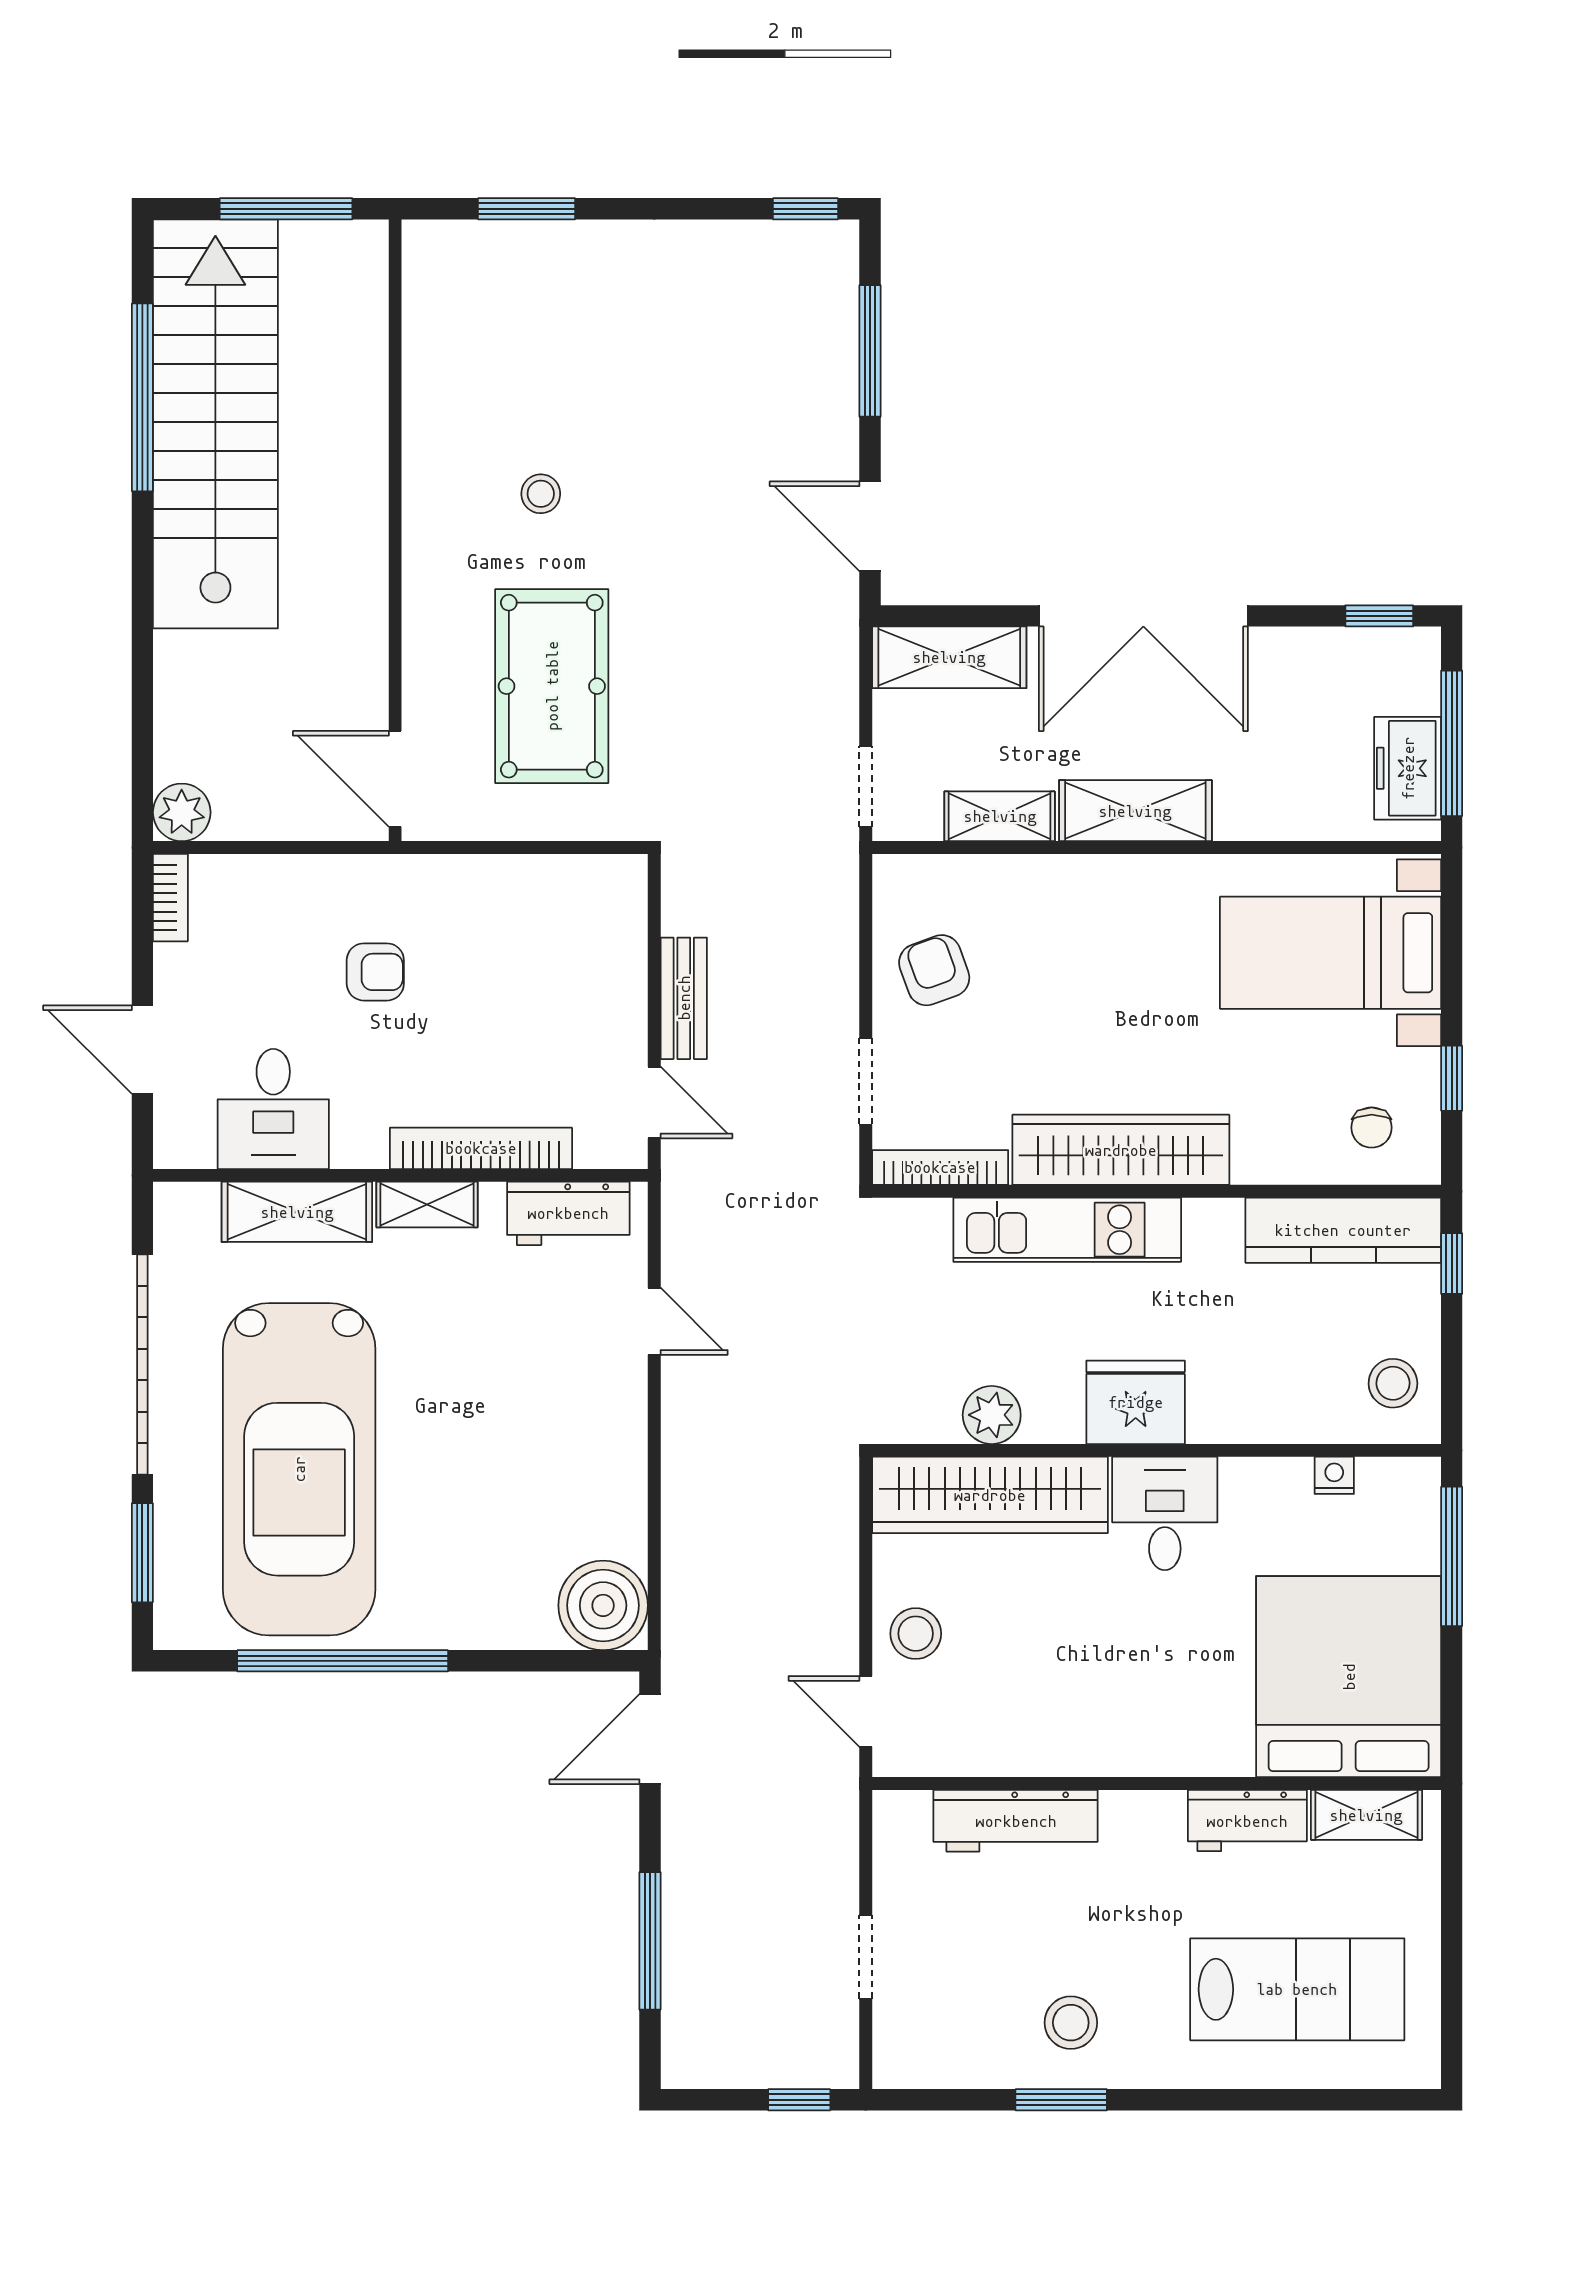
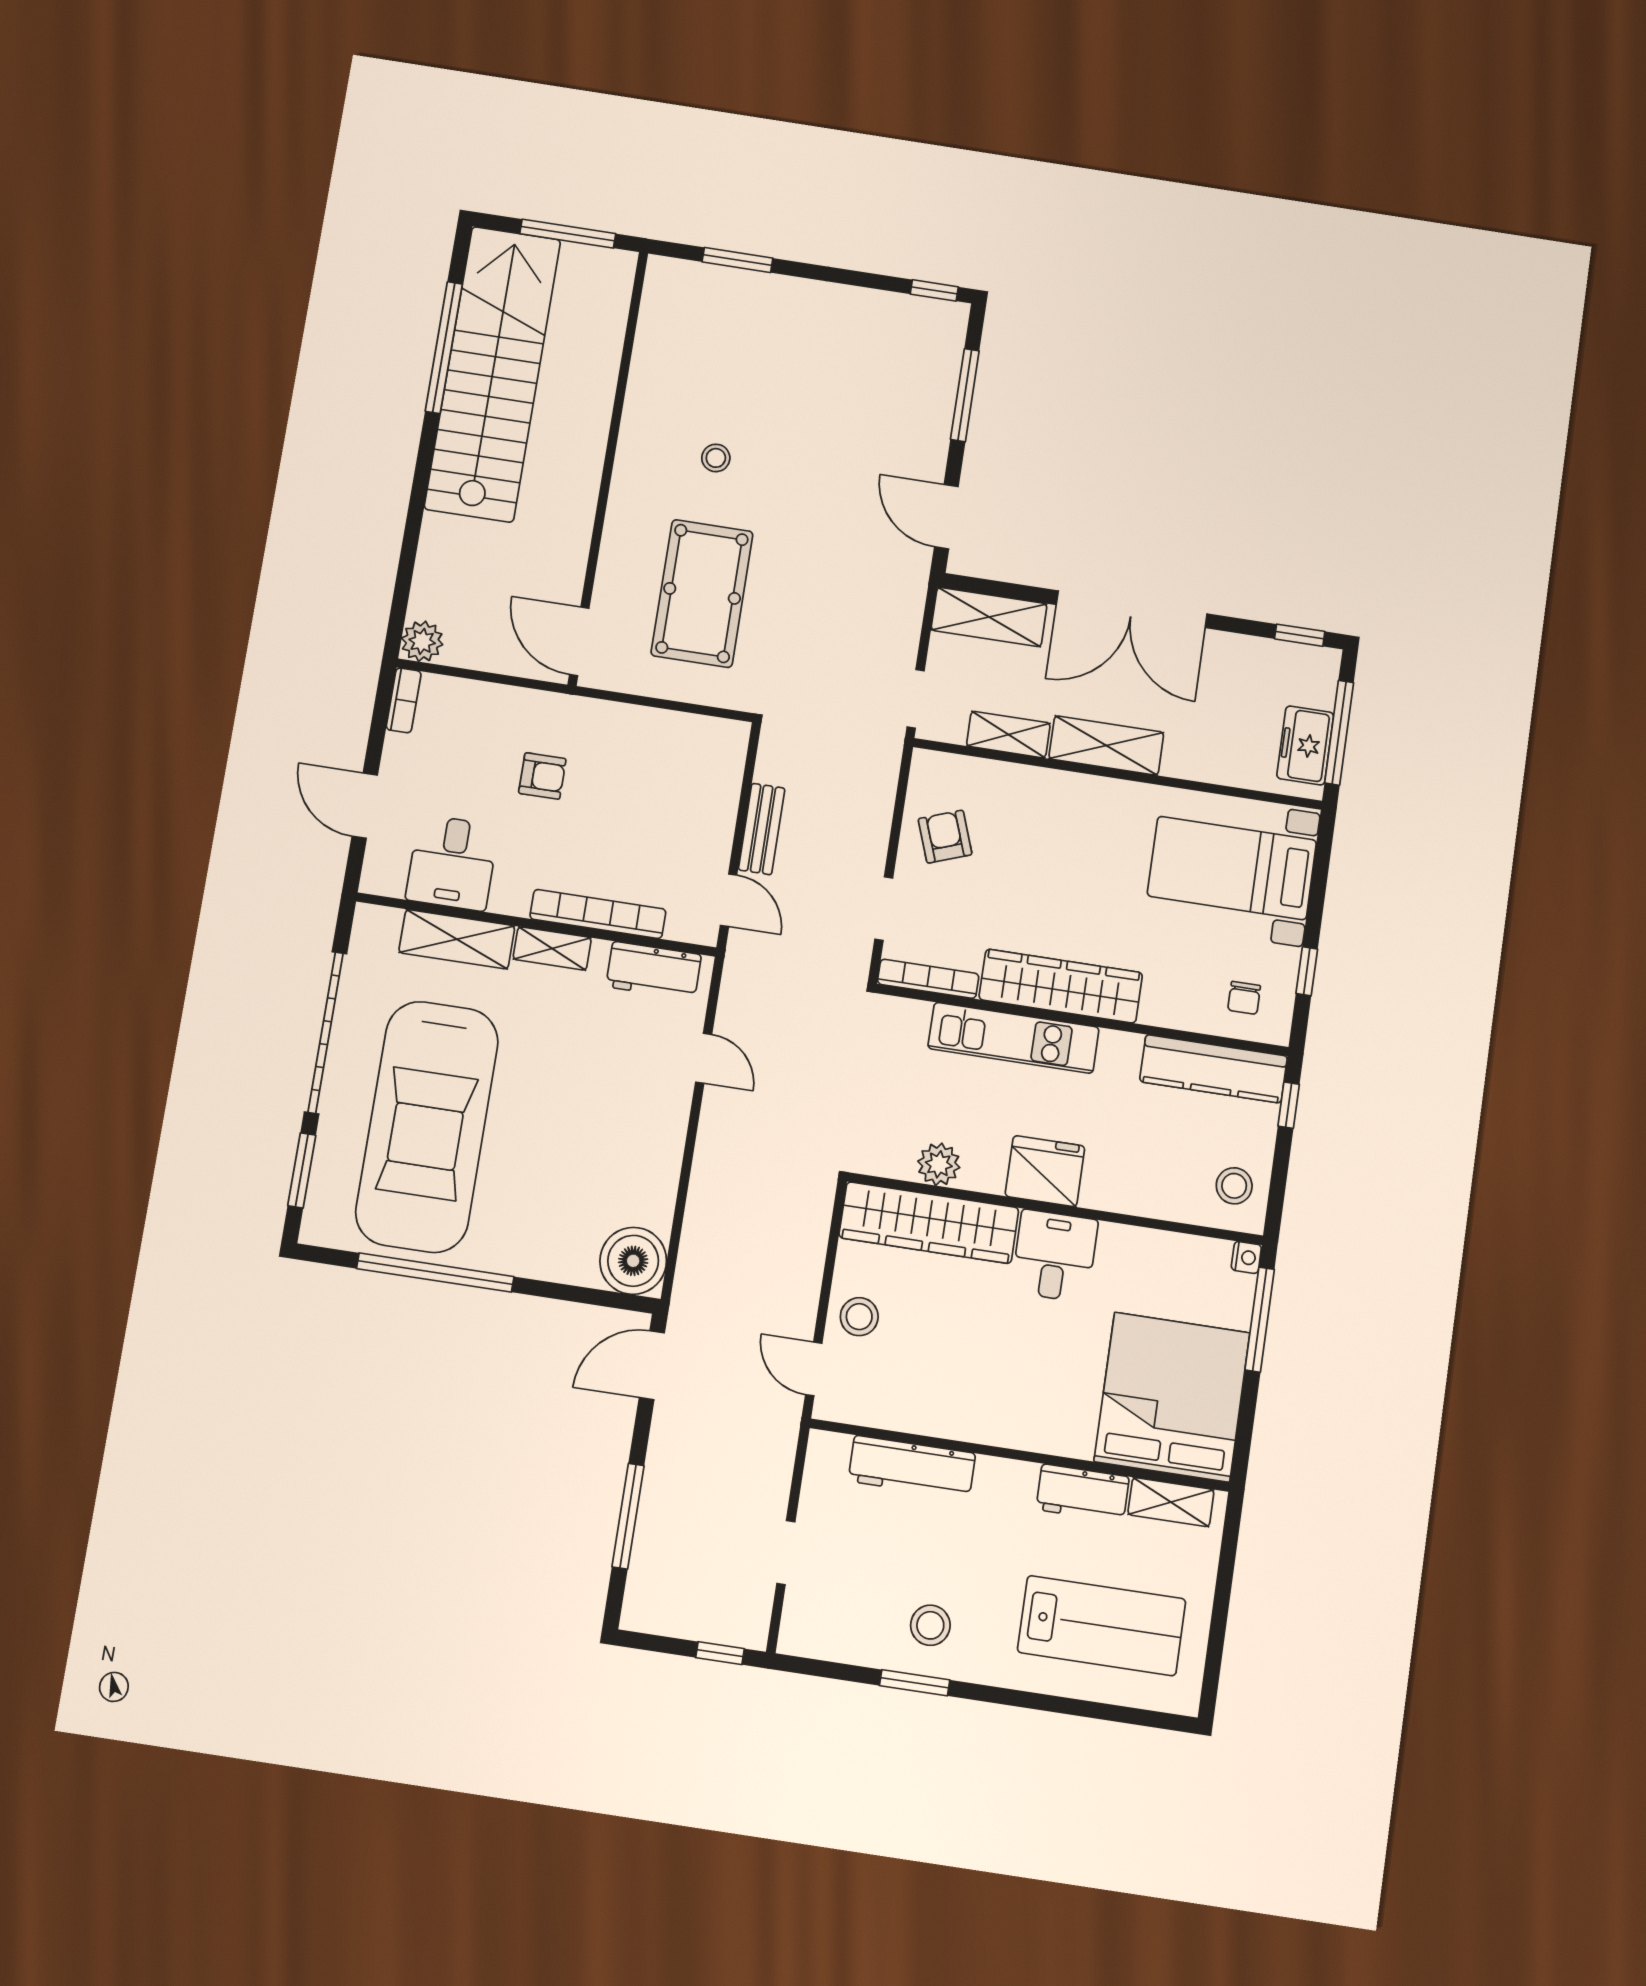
nightstand: (1334, 1475) -> (1246, 1257), moved, turned 90

